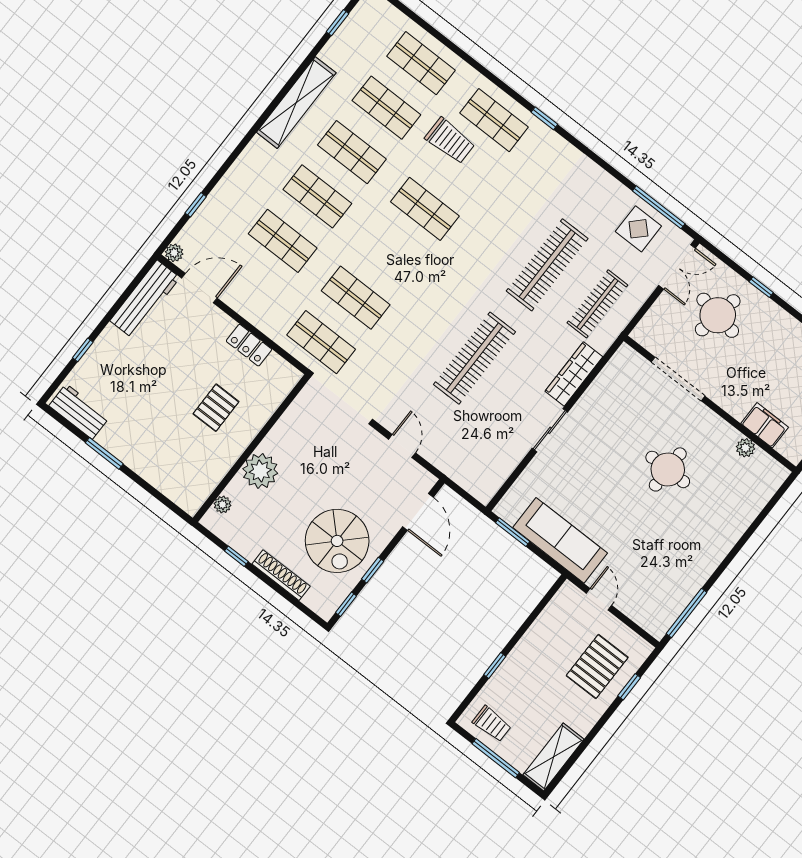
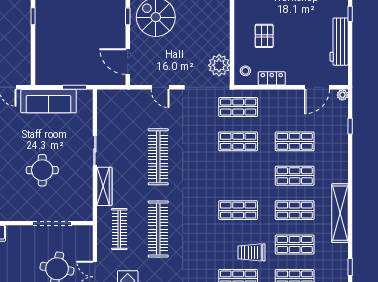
workbench: (145, 299) -> (339, 42), moved
stool: (275, 382) -> (245, 71), added
round table: (668, 469) -> (42, 170), moved
plant: (260, 471) -> (219, 65), moved

